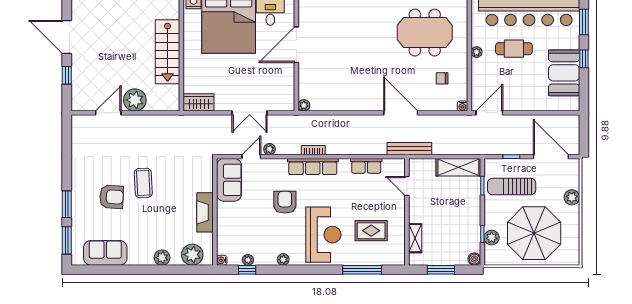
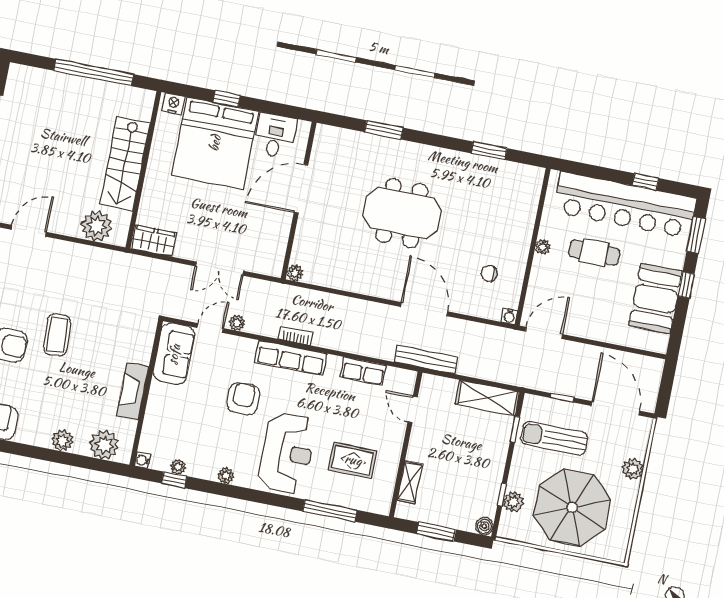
meeting table: (425, 33) -> (402, 213), moved
plant: (135, 100) -> (97, 226), moved

